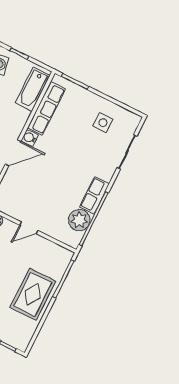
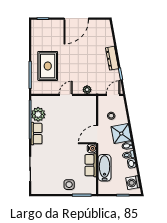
bathtub: (33, 89) -> (105, 168), moved
row of seats: (46, 108) -> (91, 165), width x0.68
side table: (103, 123) -> (69, 185), moved
rug: (33, 294) -> (48, 66), moved

